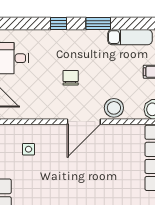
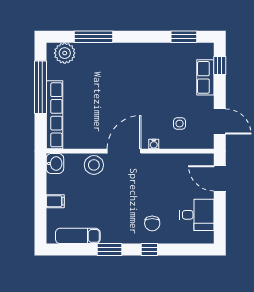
chair: (71, 78) -> (152, 223), moved
water cooler: (54, 129) -> (154, 144), added

